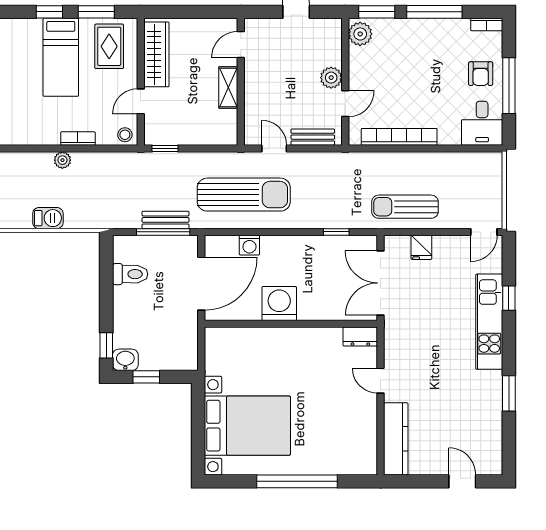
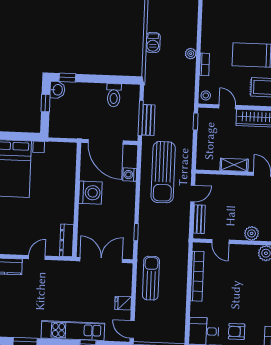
plant: (331, 78) -> (252, 233), moved
fridge: (421, 247) -> (123, 303), moved
dresser: (360, 337) -> (67, 240), width x1.44

